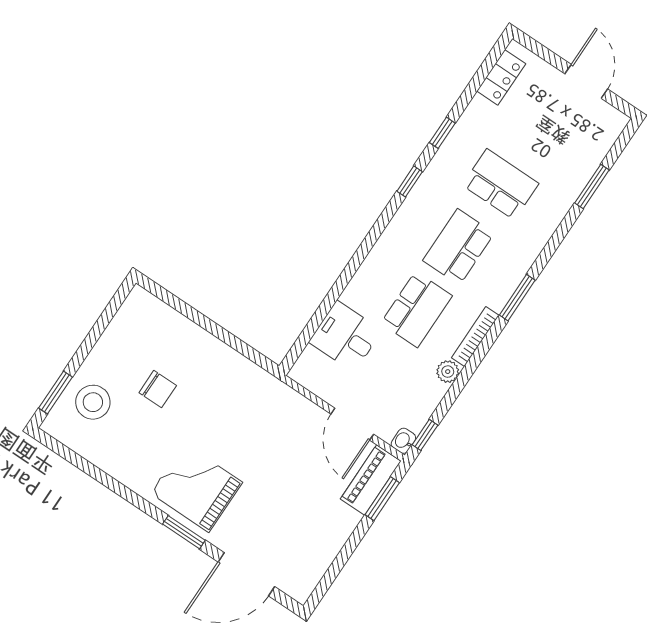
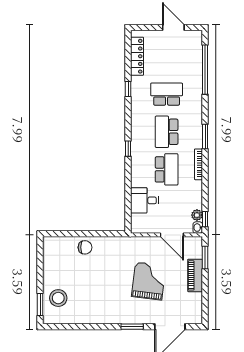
locker: (501, 77) -> (137, 56), width x1.53
window: (410, 181) -> (128, 149), moved
window: (592, 187) -> (205, 70), width x2.11
plant: (448, 372) -> (197, 215), moved
chair: (158, 389) -> (85, 247), moved
piano: (371, 480) -> (195, 275), moved
grand piano: (196, 488) -> (149, 281), moved, turned 97

